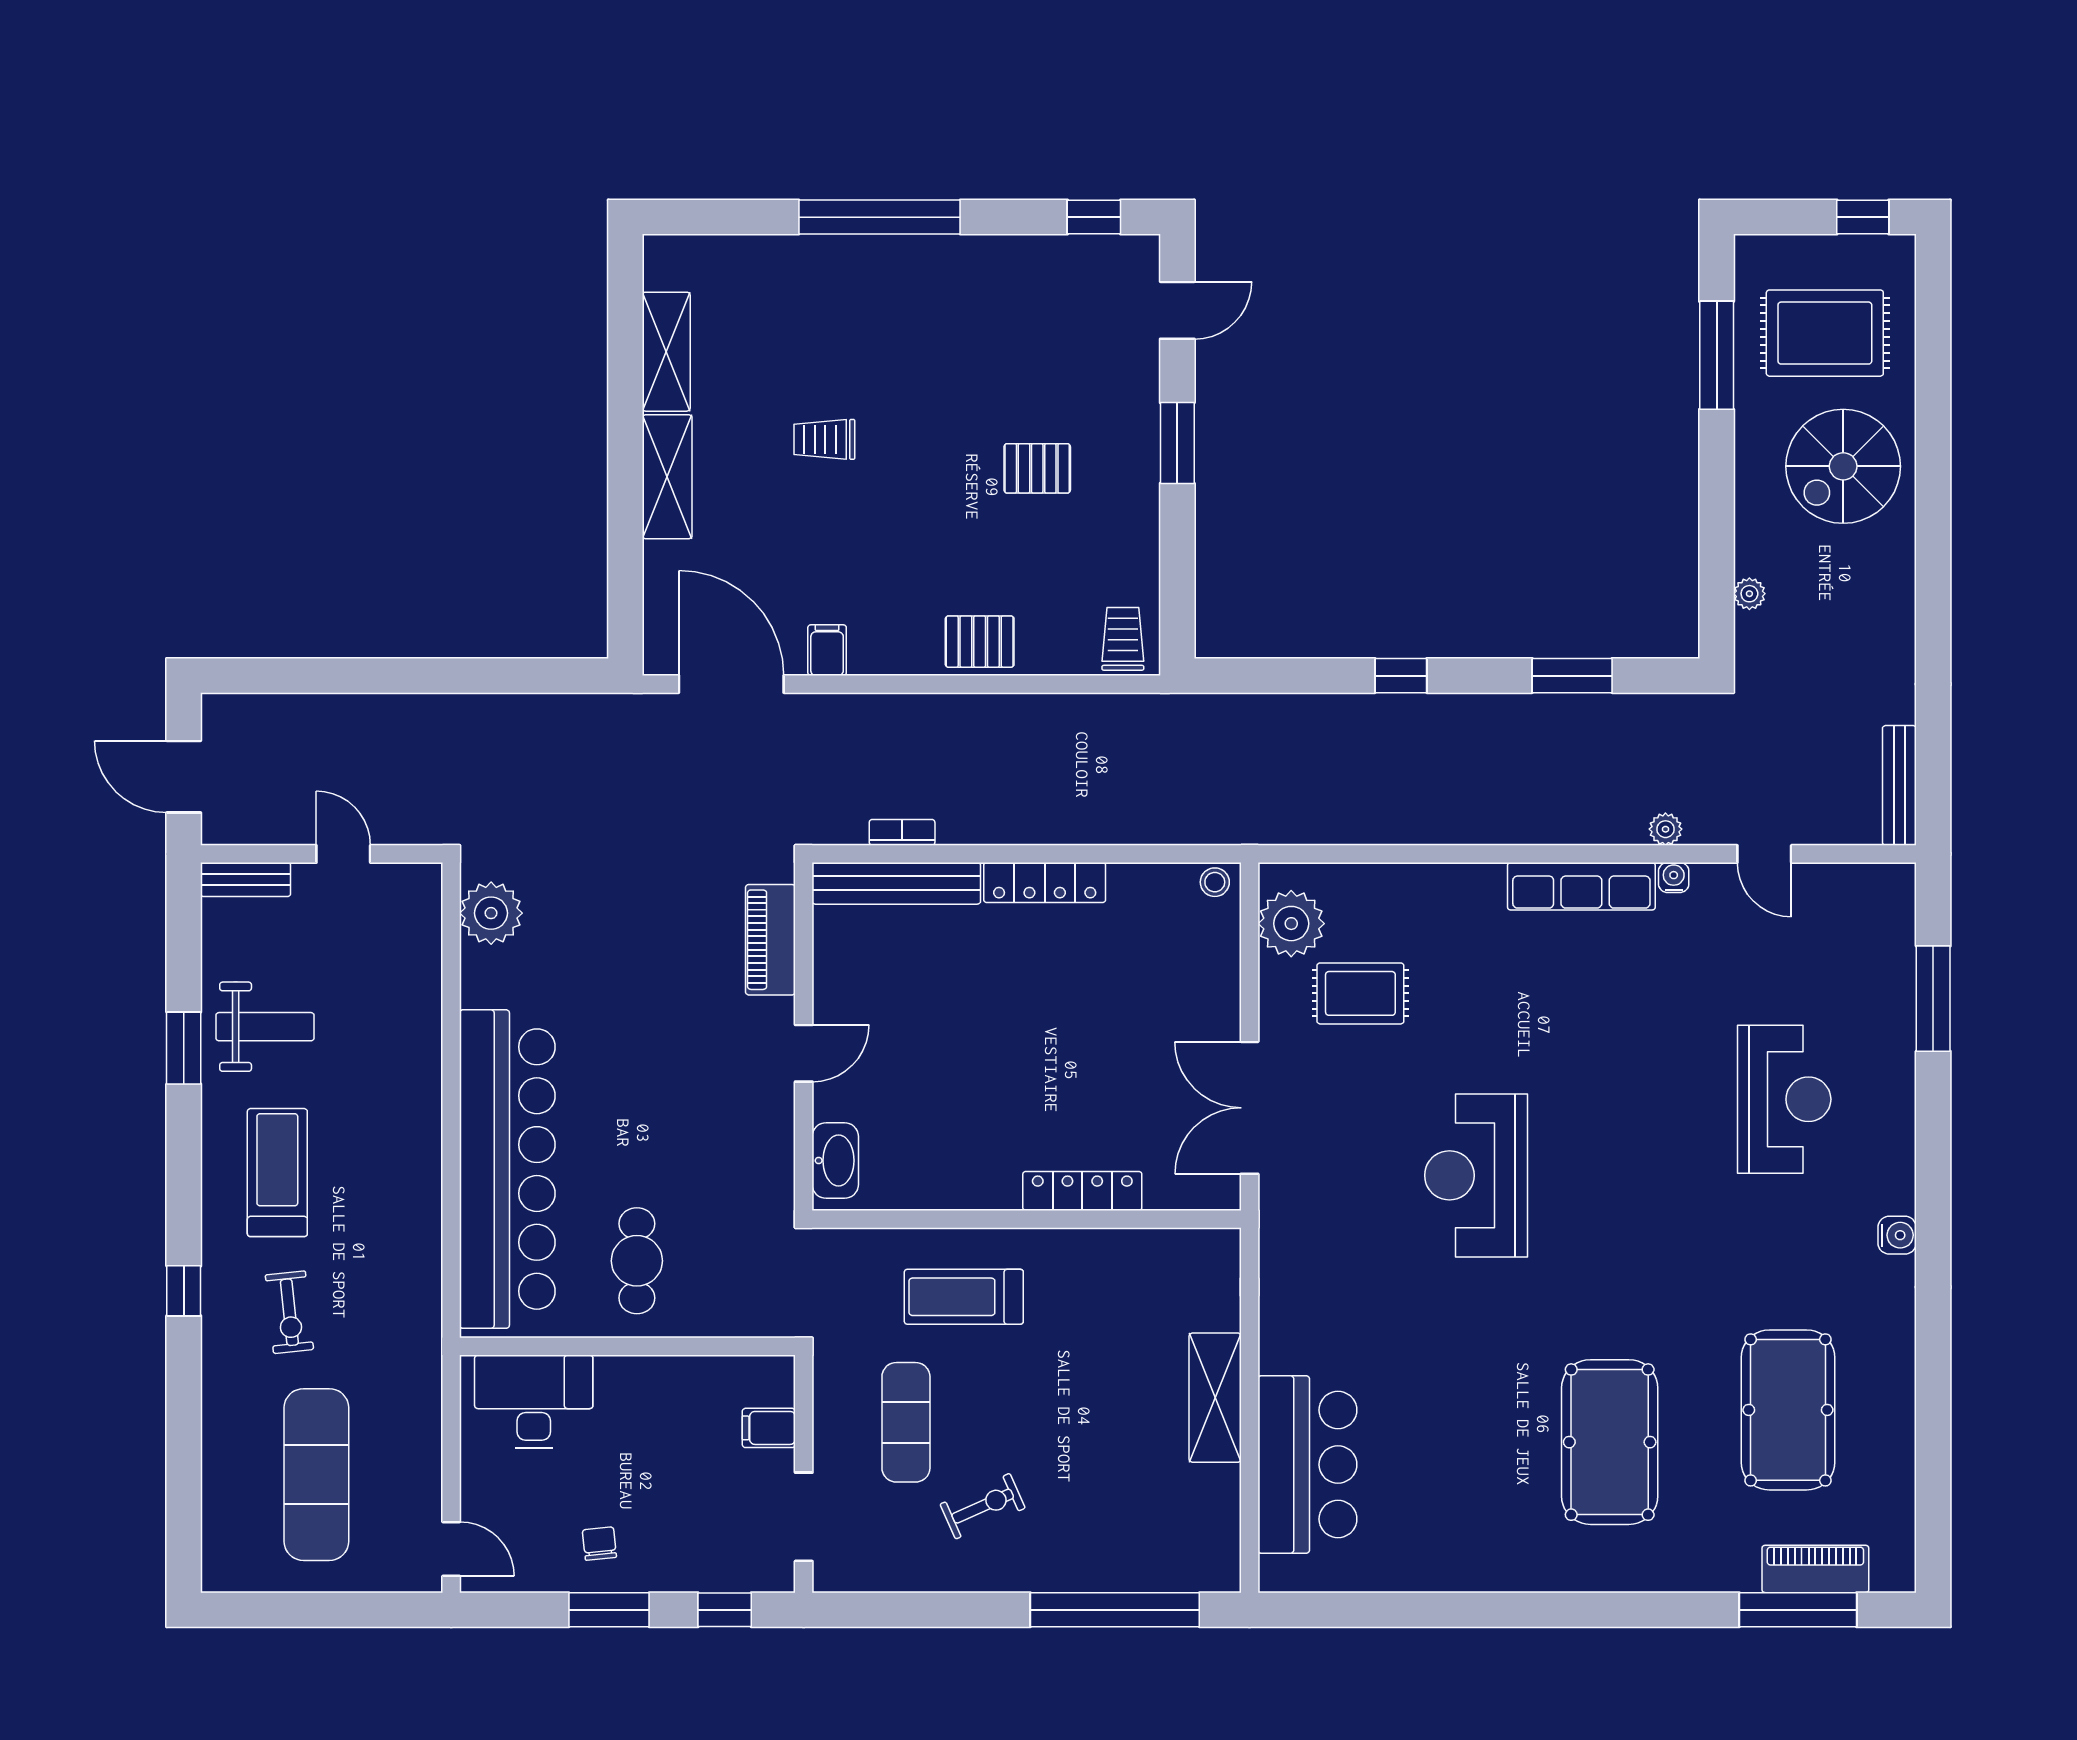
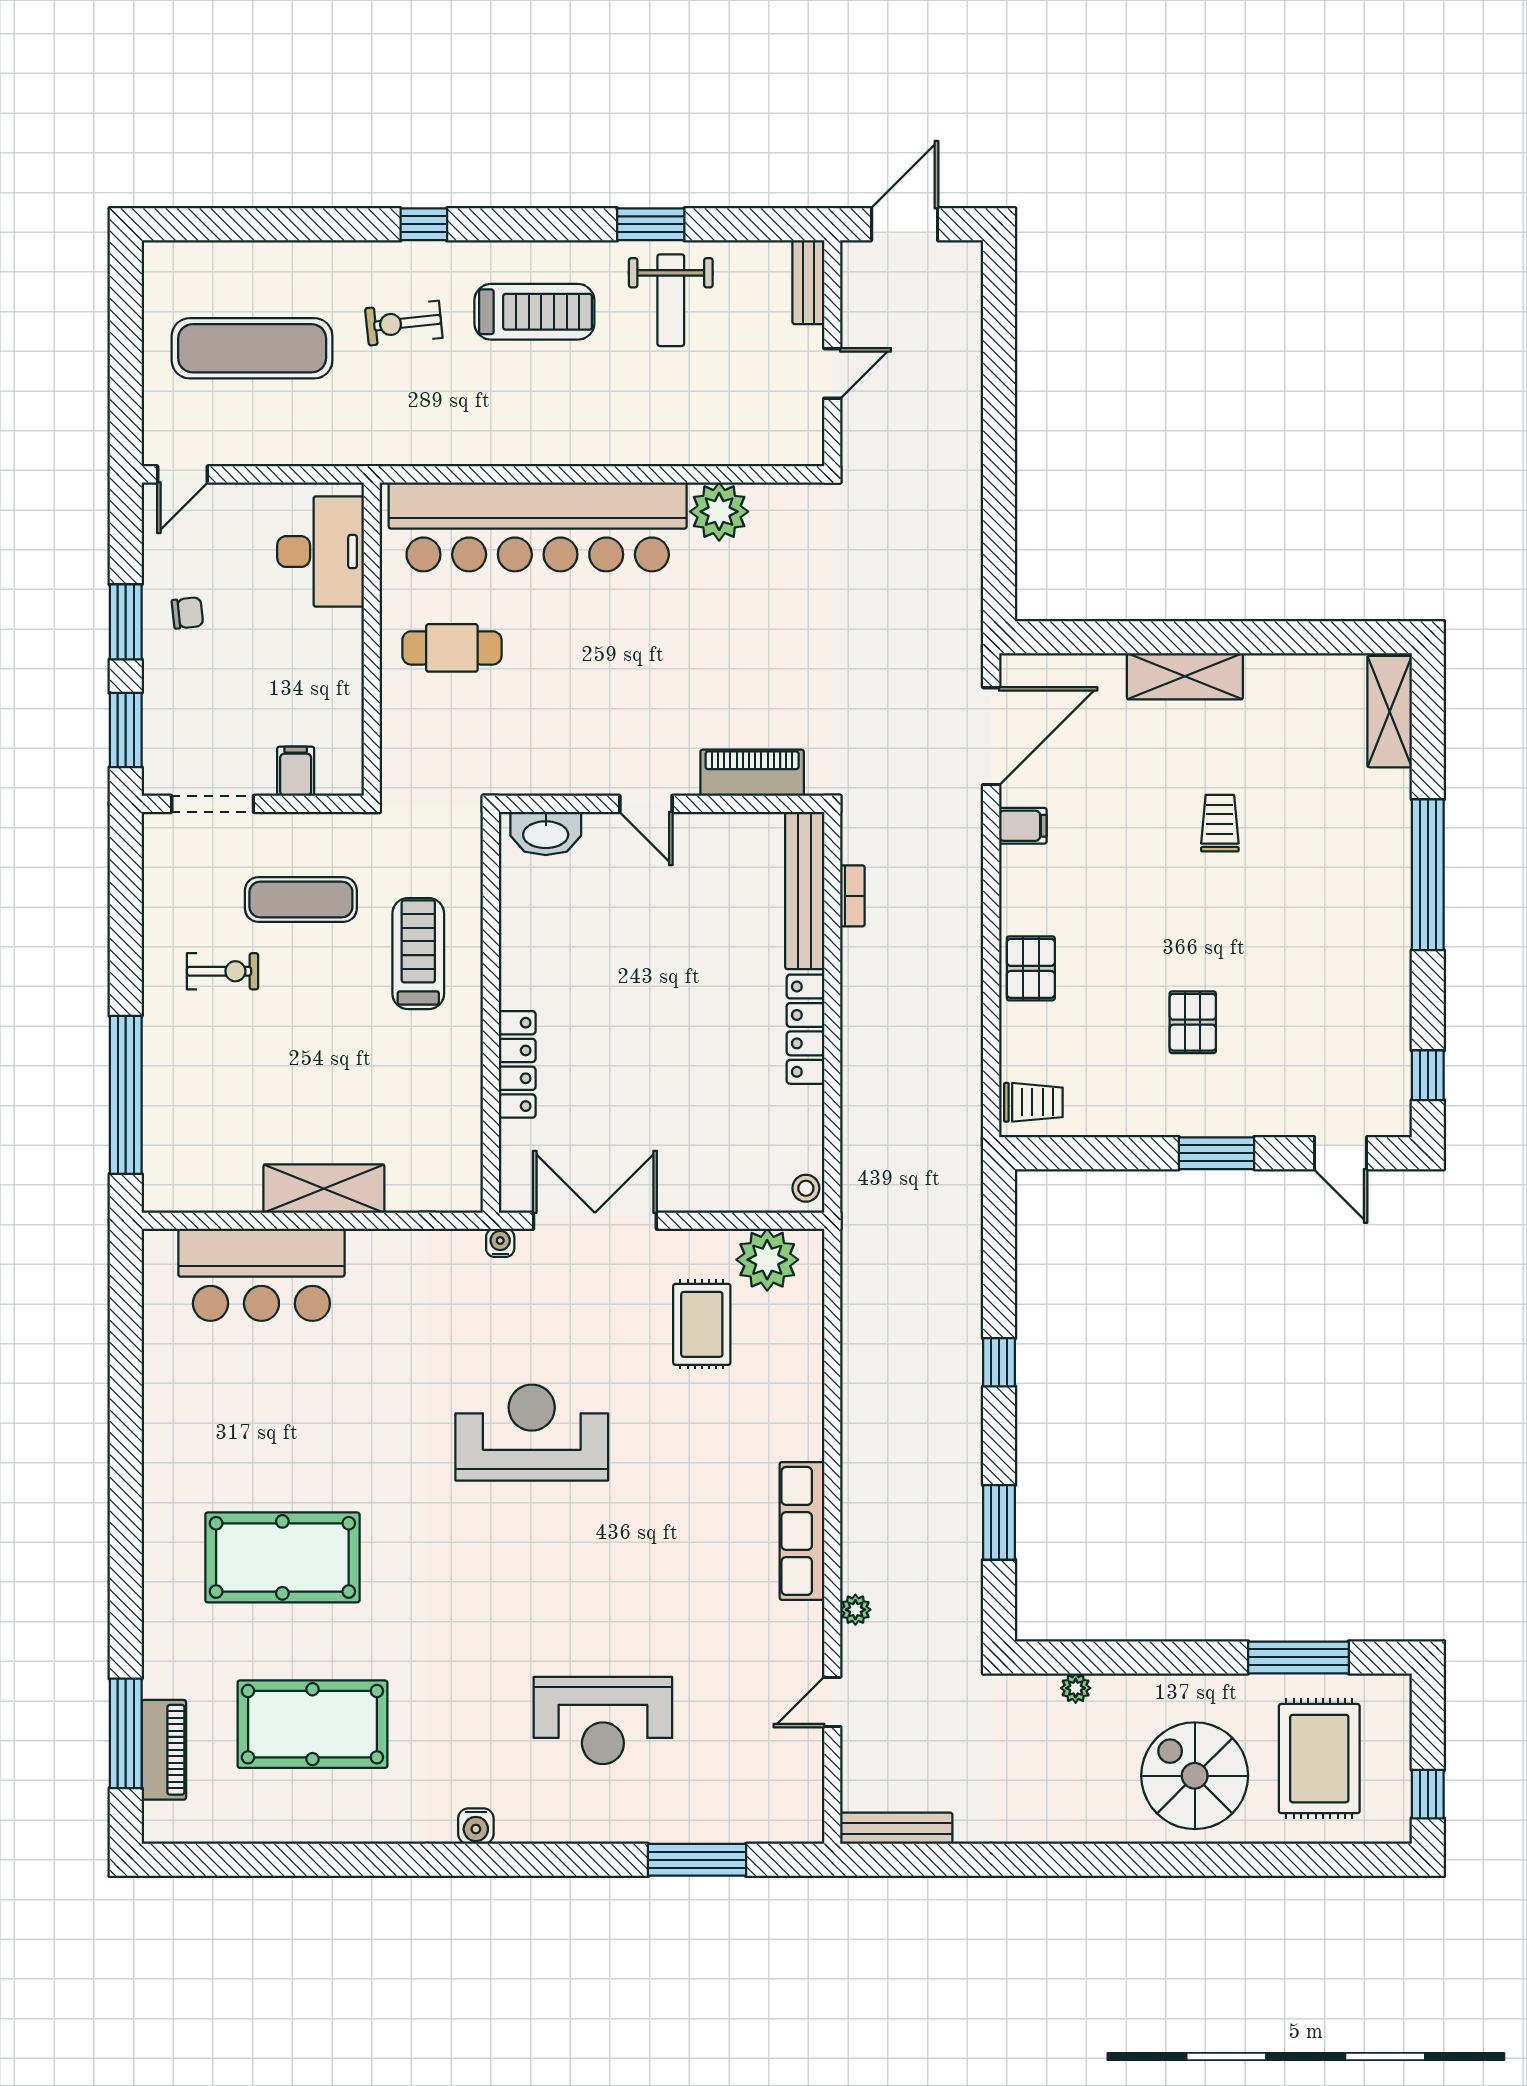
shelving: (666, 352) -> (1390, 712), moved, turned 90
water cooler: (1674, 878) -> (500, 1243), moved, turned -90
plant: (491, 913) -> (719, 512), moved
exercise bike: (983, 1506) -> (223, 971), turned -66
window: (725, 1610) -> (126, 730), width x1.50

